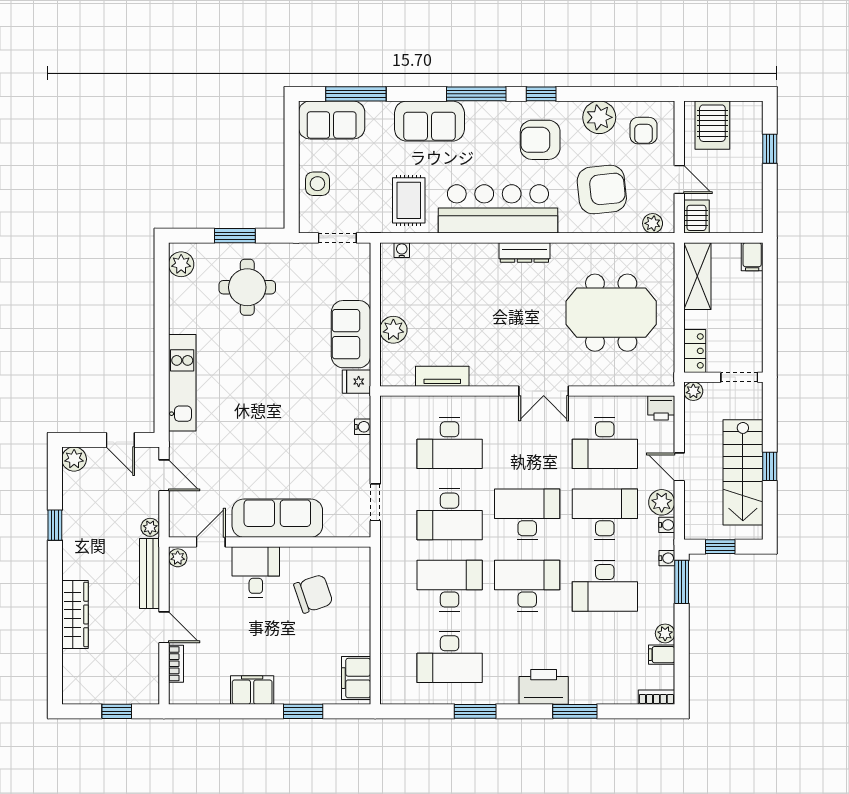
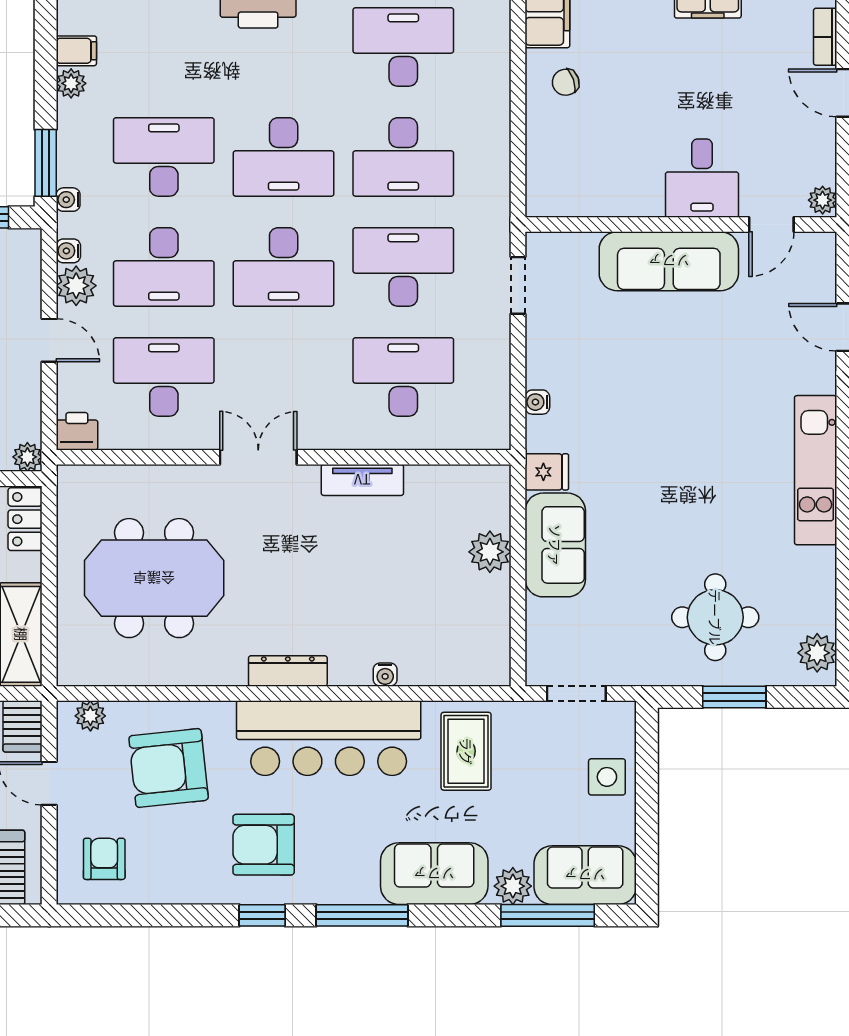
plant: (599, 117) -> (513, 886), moved, width x0.73, depth x0.73
armchair: (540, 140) -> (264, 845), turned 180
water cooler: (402, 250) -> (385, 675), moved
tv unit: (442, 376) -> (362, 480), moved
chair: (313, 594) -> (566, 82), moved, width x0.54, depth x0.54

